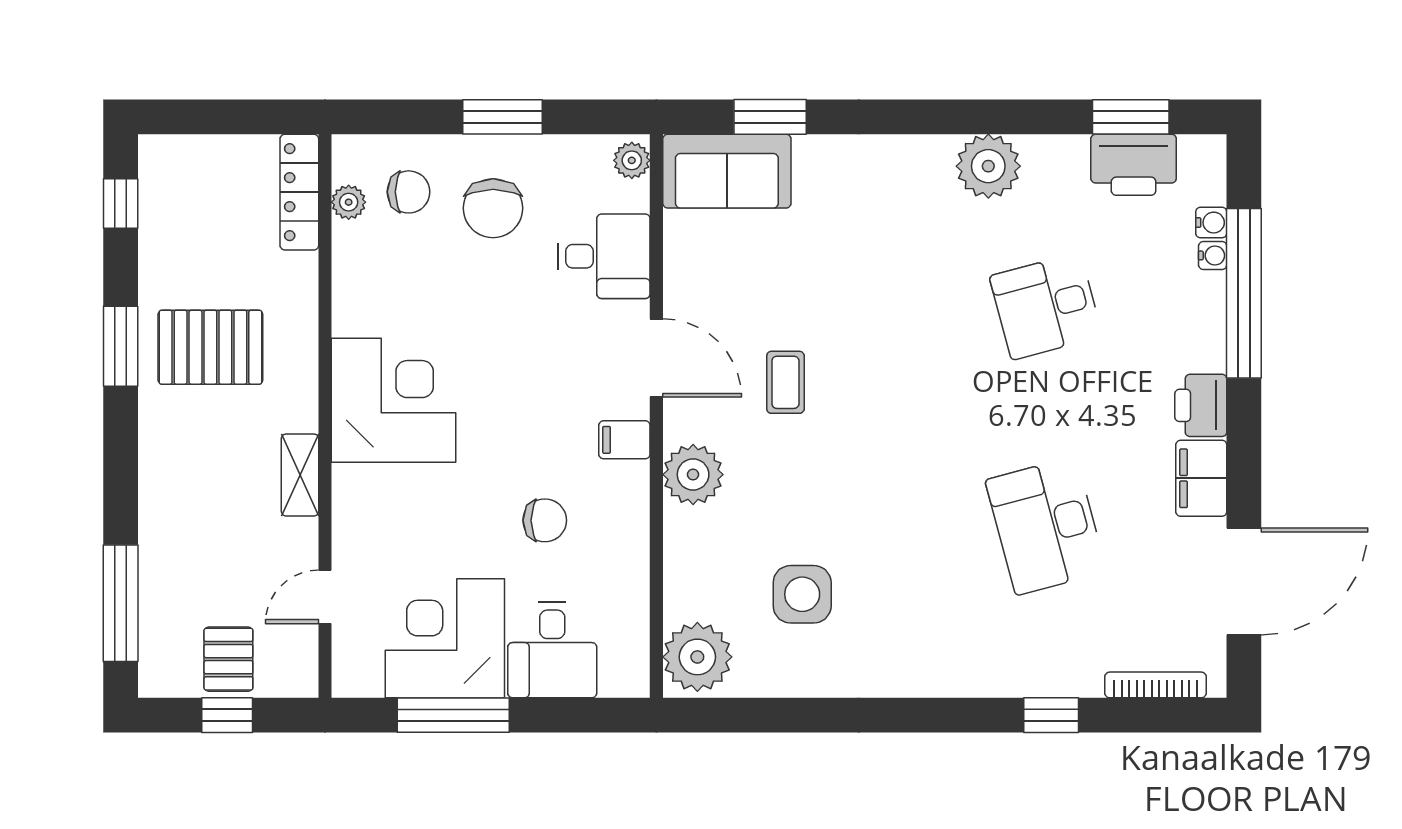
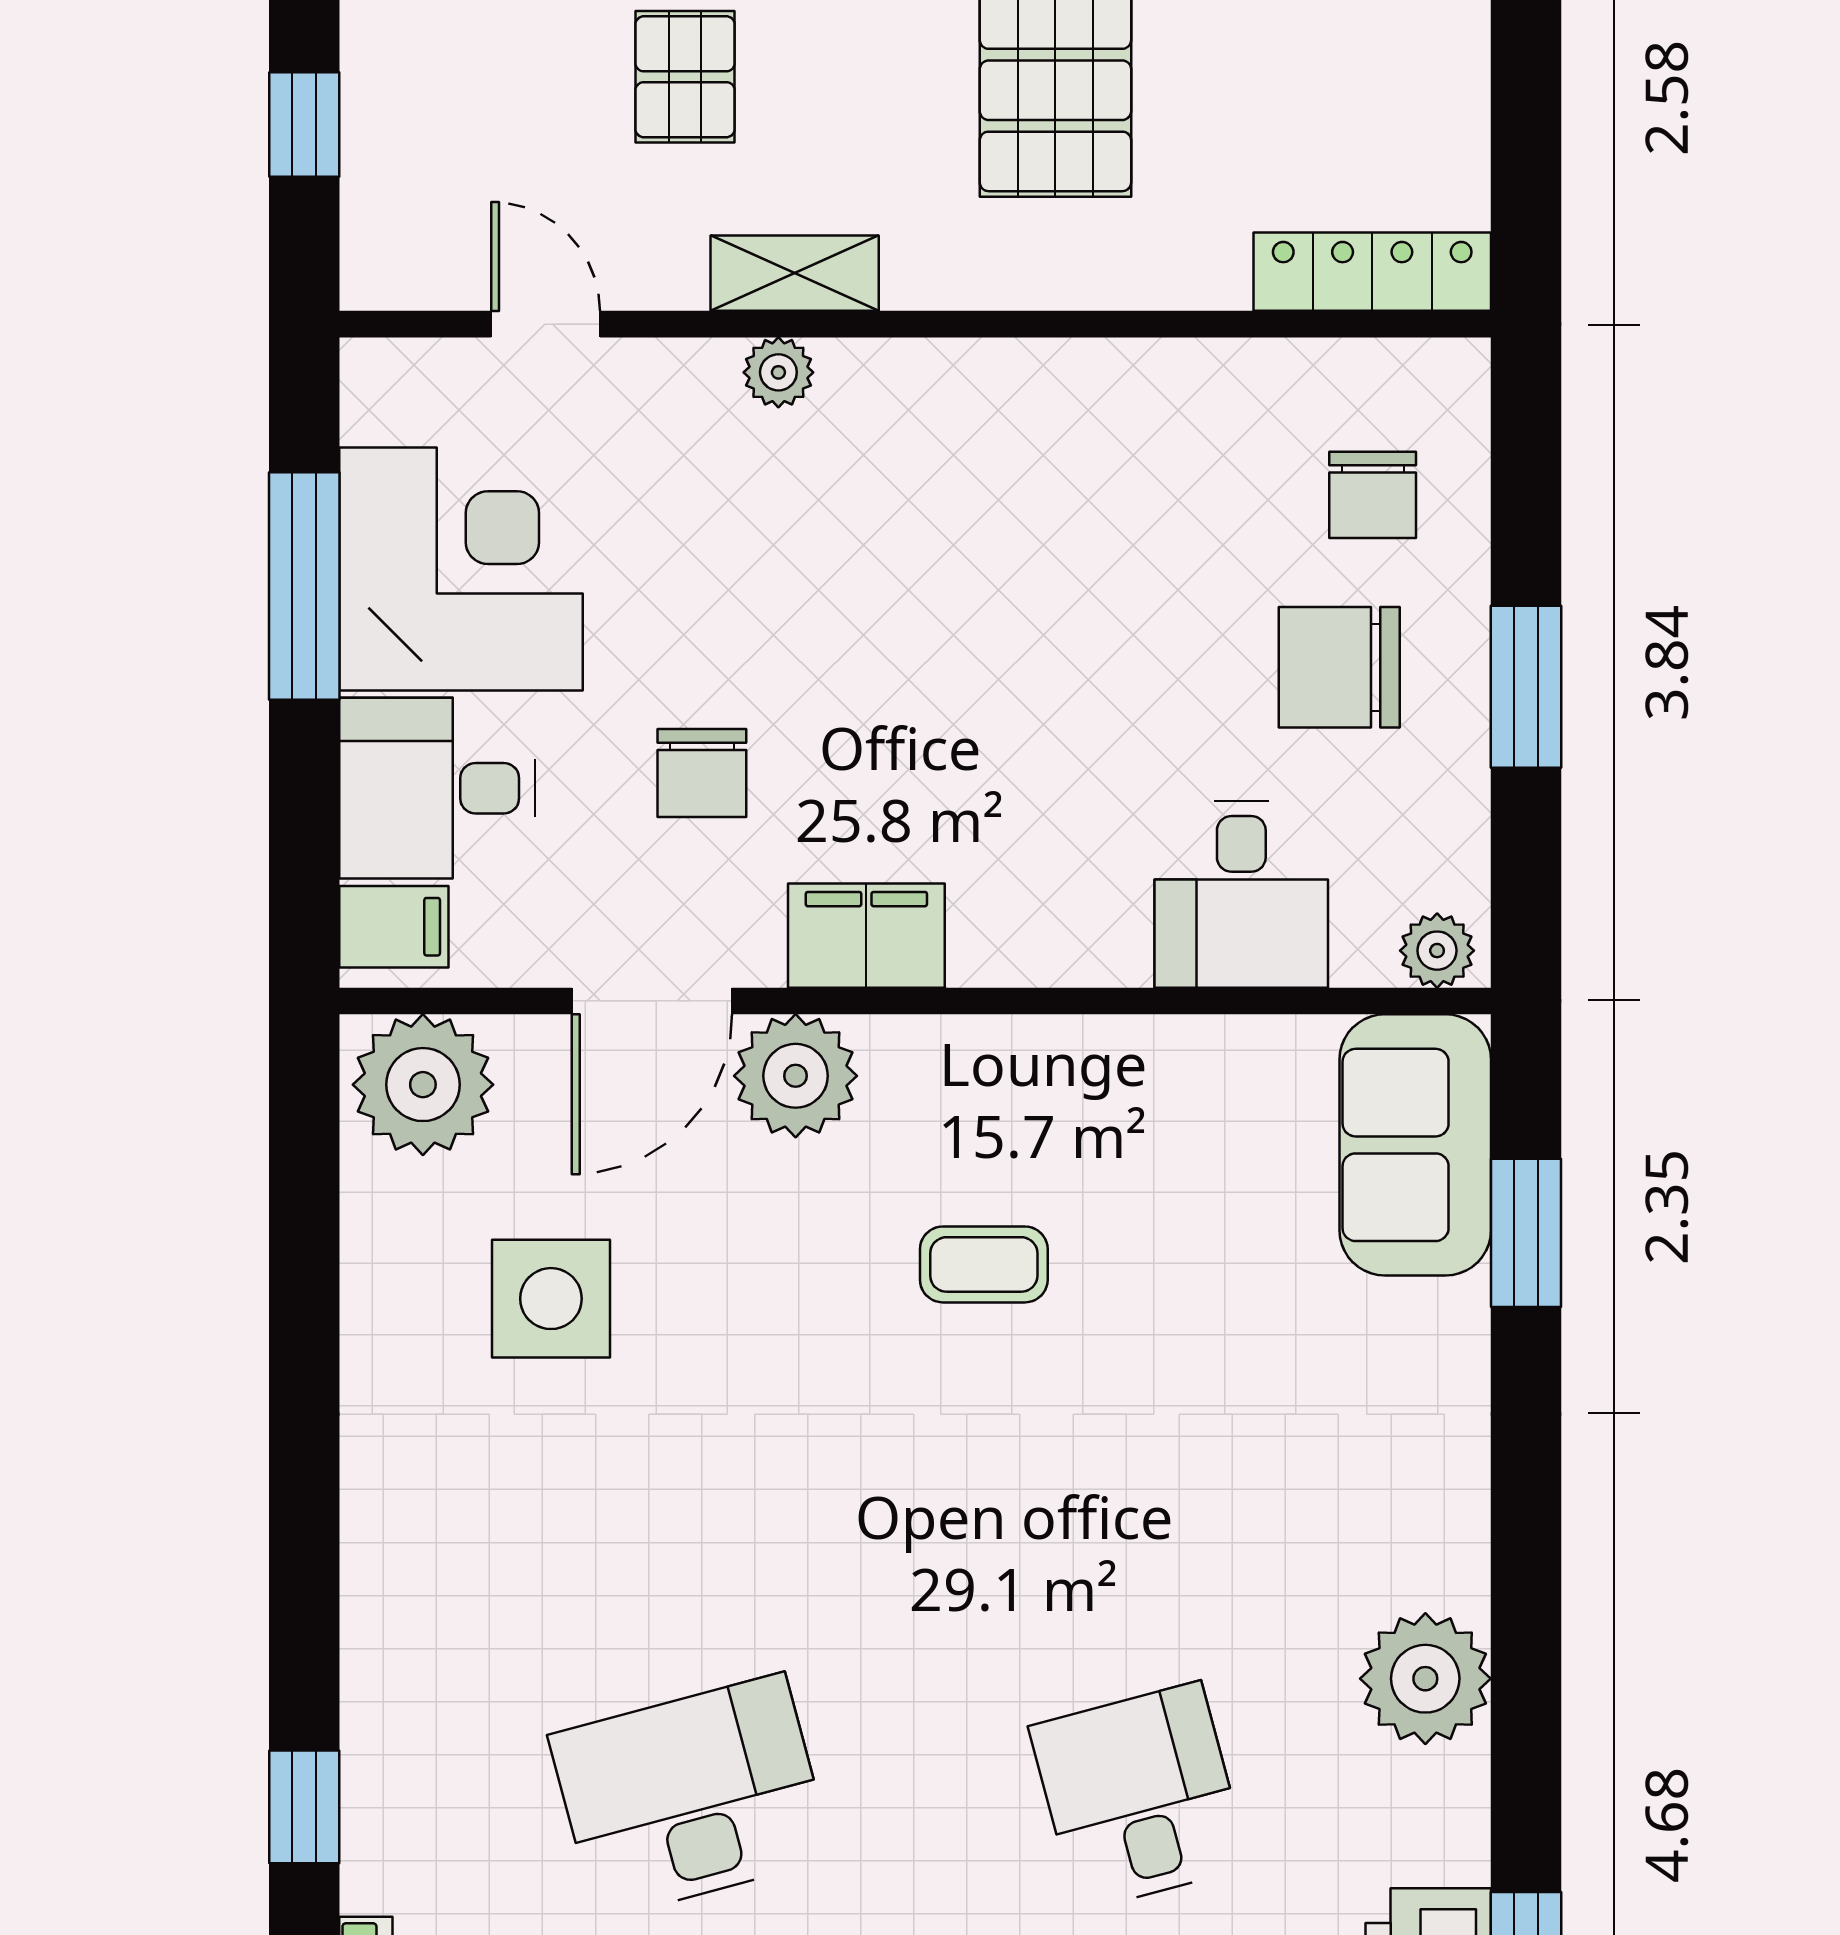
plant: (349, 202) -> (778, 372), moved
door: (656, 358) -> (652, 1001), moved
corner desk: (394, 400) -> (947, 464), removed
filing cabinet: (624, 440) -> (866, 936), width x2.00
pallet: (228, 659) -> (685, 77), moved, turned 90
filing cabinet: (620, 671) -> (394, 927), added

